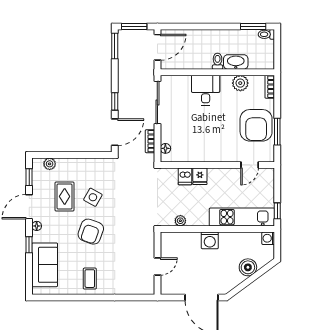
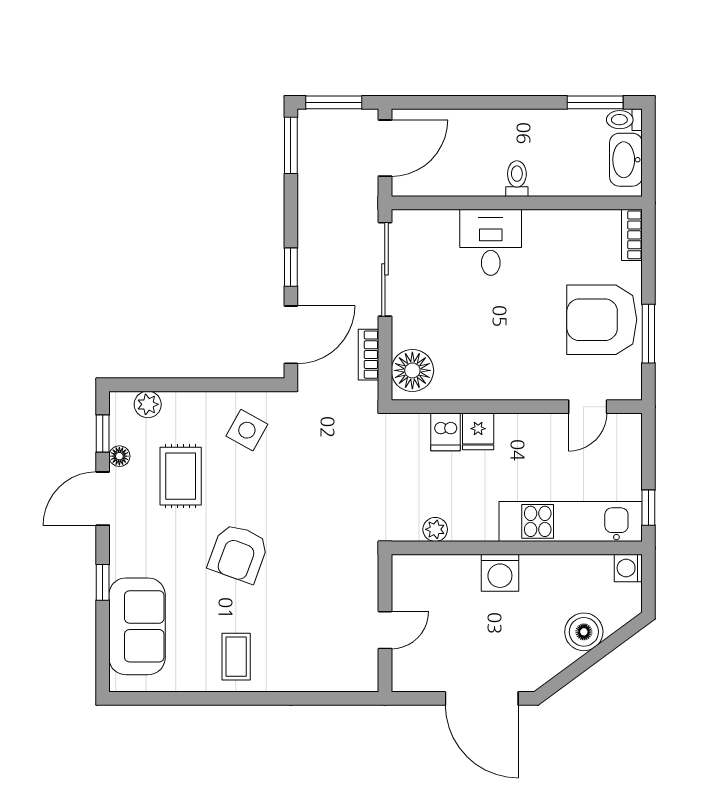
washbasin: (236, 62) -> (626, 160), moved, turned -90
plant: (240, 83) -> (567, 227), removed
armchair: (256, 125) -> (602, 320), turned 90
floor lamp: (165, 148) -> (412, 370), width x1.89, depth x1.89
side table: (93, 197) -> (247, 430), moved
floor lamp: (37, 226) -> (119, 456), moved

